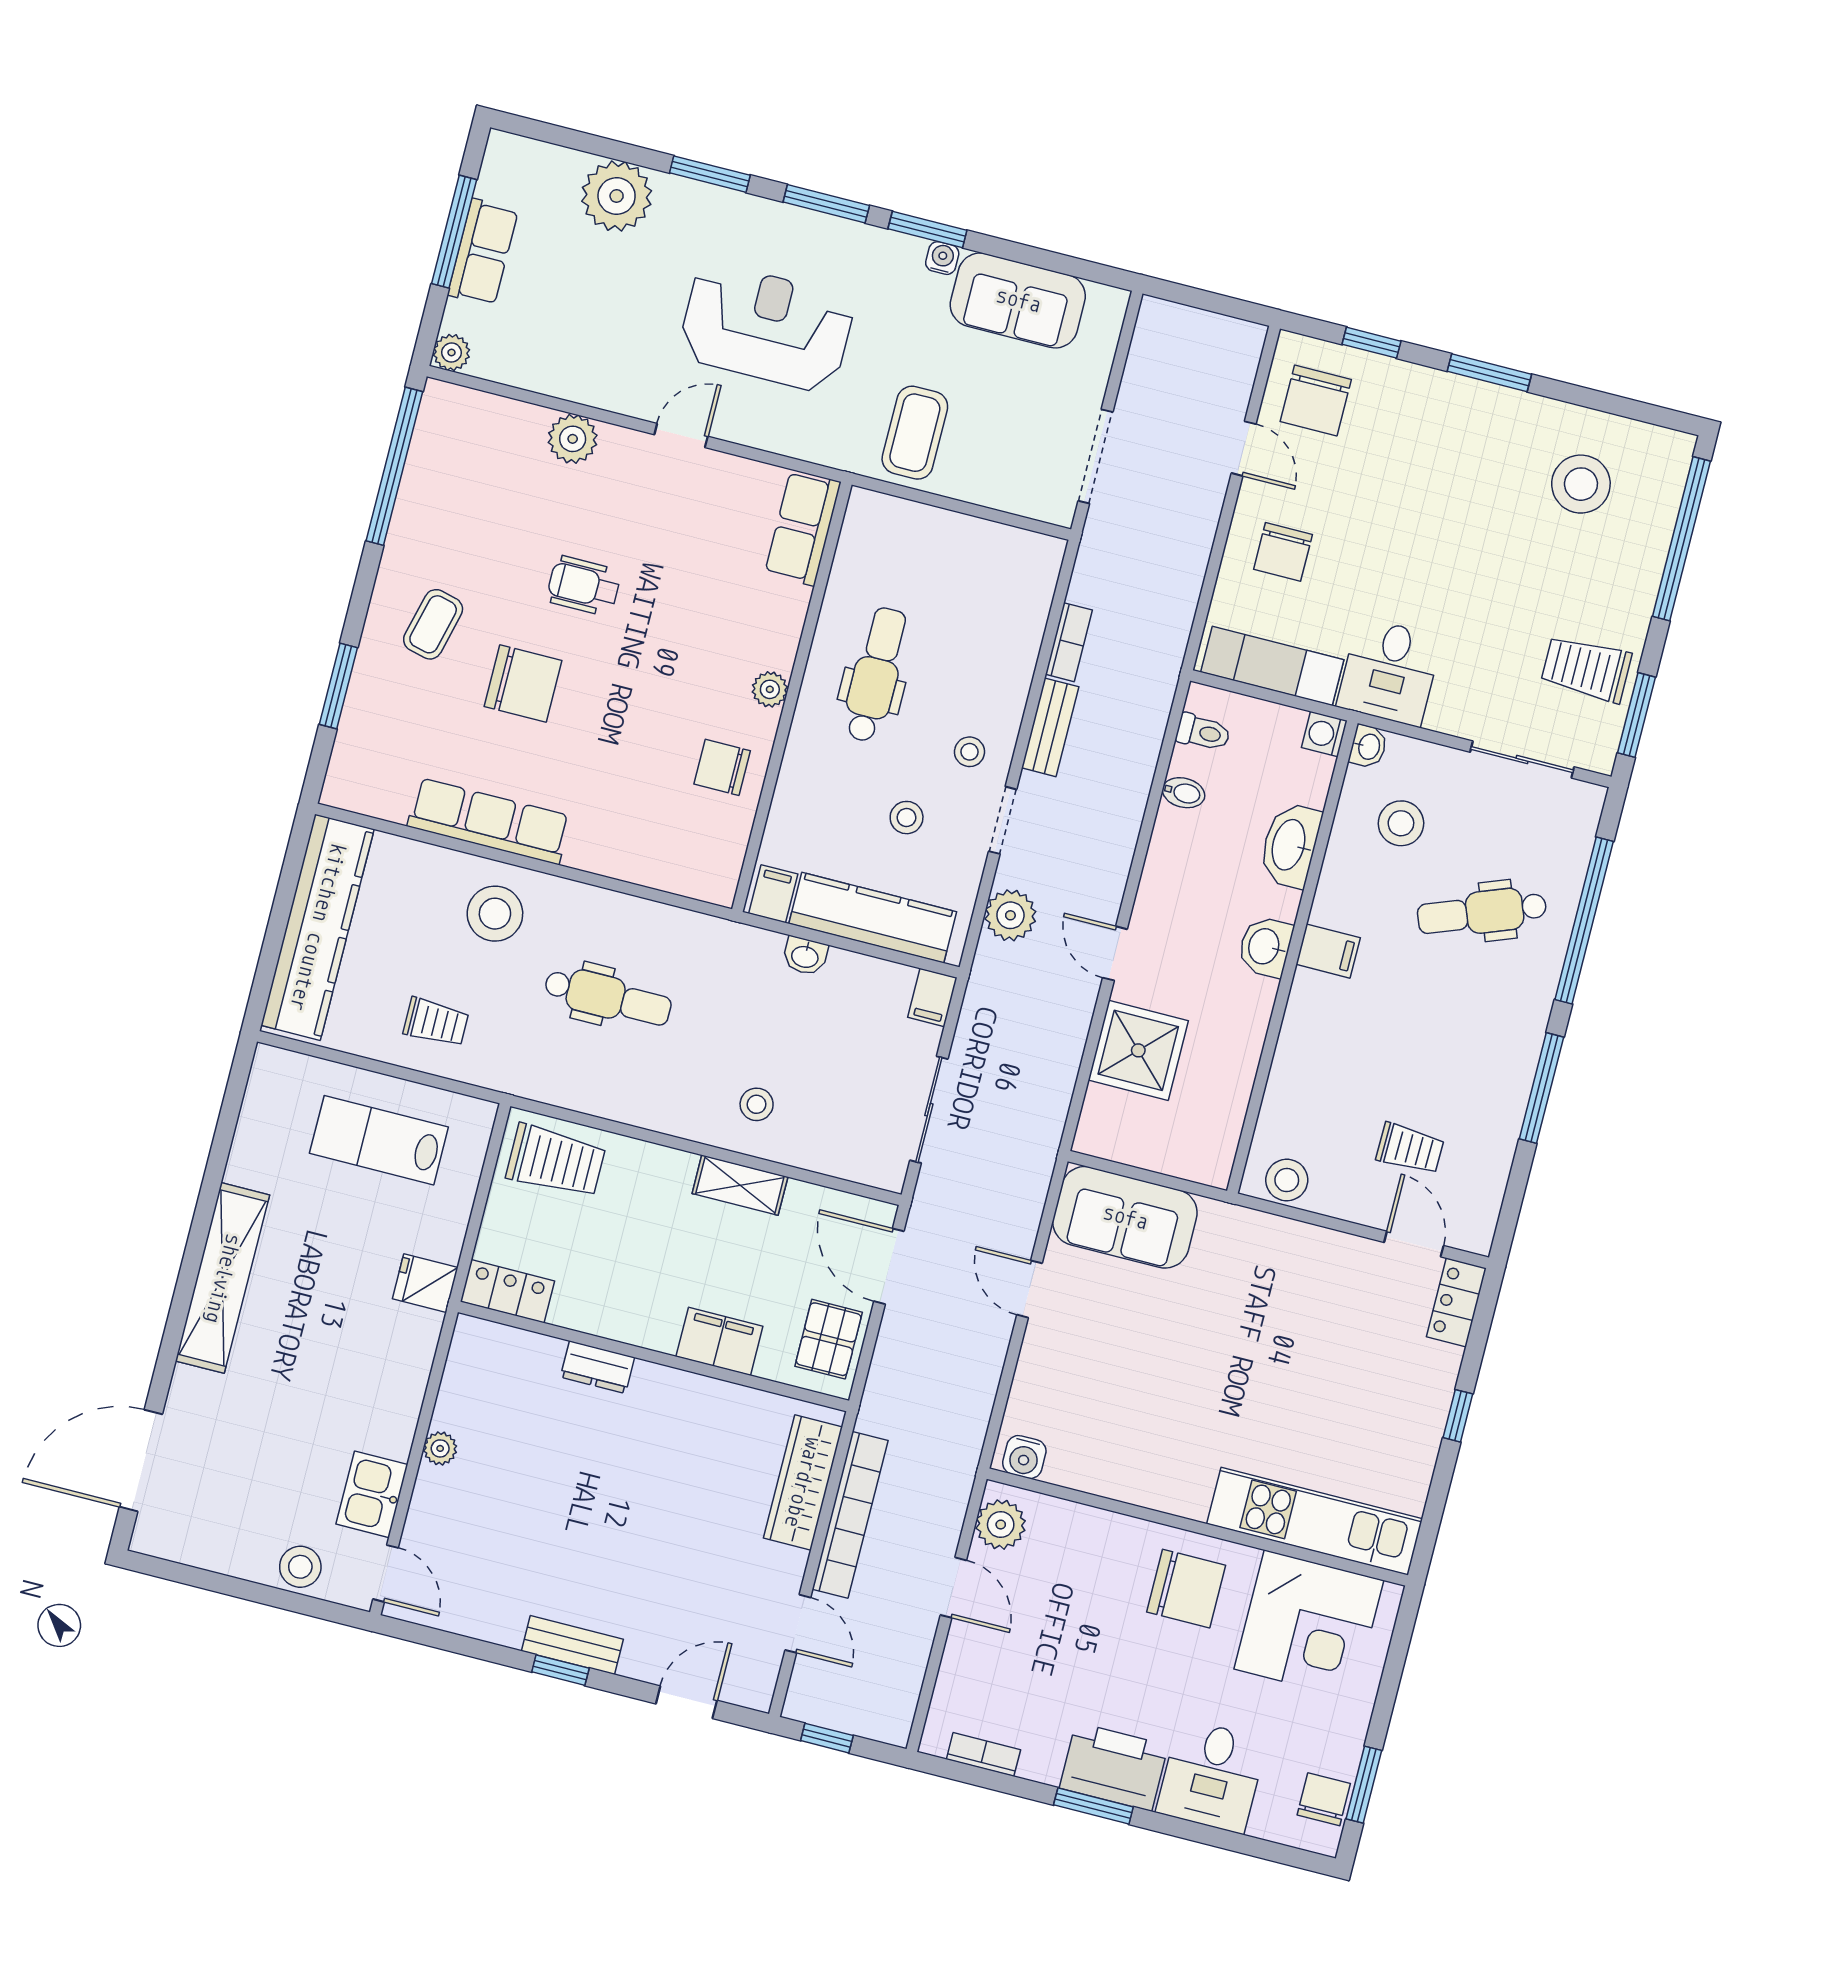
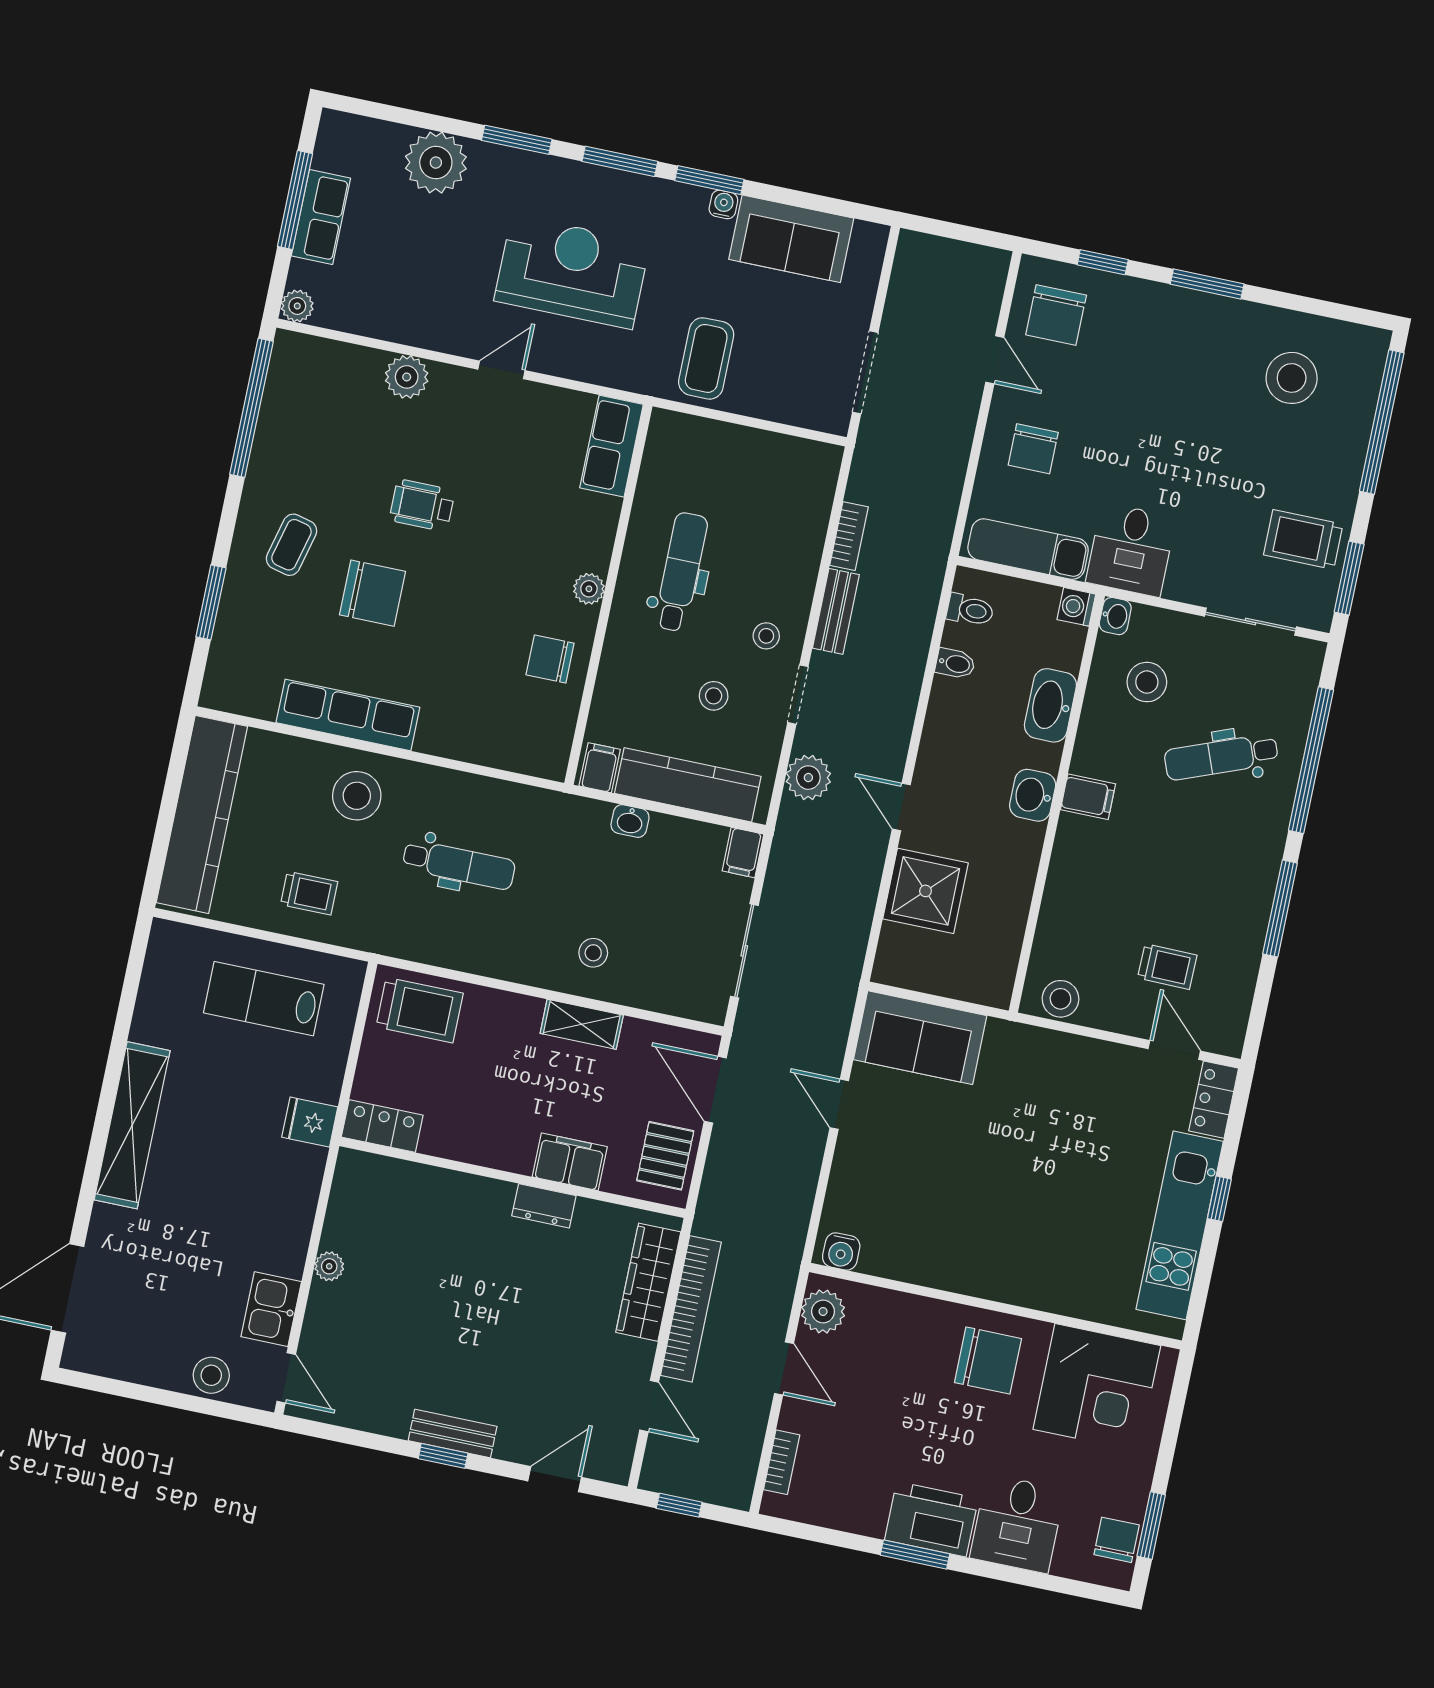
dresser: (597, 1367) -> (544, 1206), moved
kitchen unit: (1315, 1521) -> (1180, 1225), moved, turned -90
bookcase: (983, 1754) -> (782, 1462), moved, turned 90

